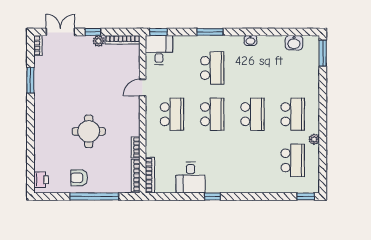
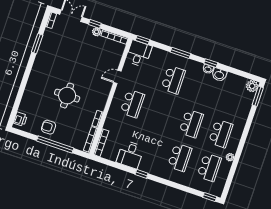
window: (251, 32) -> (211, 63), added
washbasin: (294, 43) -> (219, 75), moved
plant: (311, 43) -> (252, 86), added
school desk: (212, 114) -> (180, 157), moved

